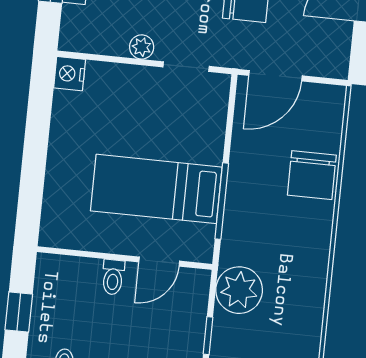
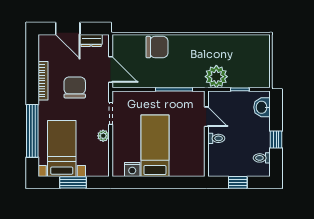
dresser: (339, 42) -> (91, 40), added
nightstand: (70, 74) -> (132, 169), moved
bed: (156, 189) -> (155, 146), moved, turned 180

